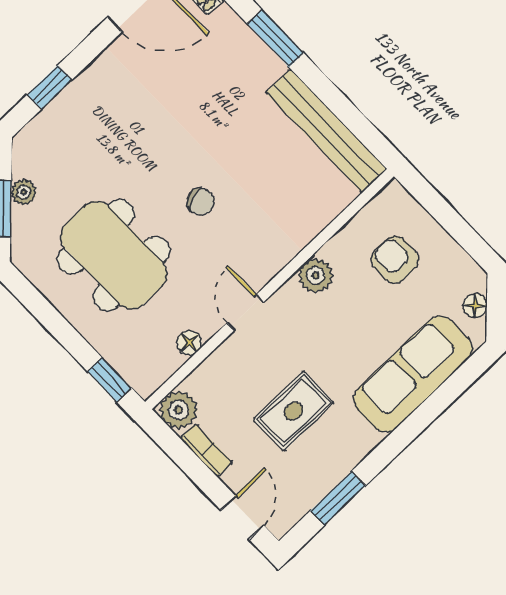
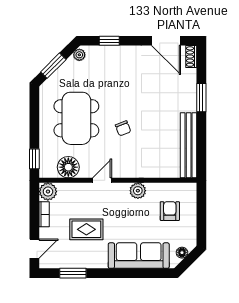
plant: (24, 192) -> (79, 55), moved
floor lamp: (189, 343) -> (68, 167), width x1.89, depth x1.89

